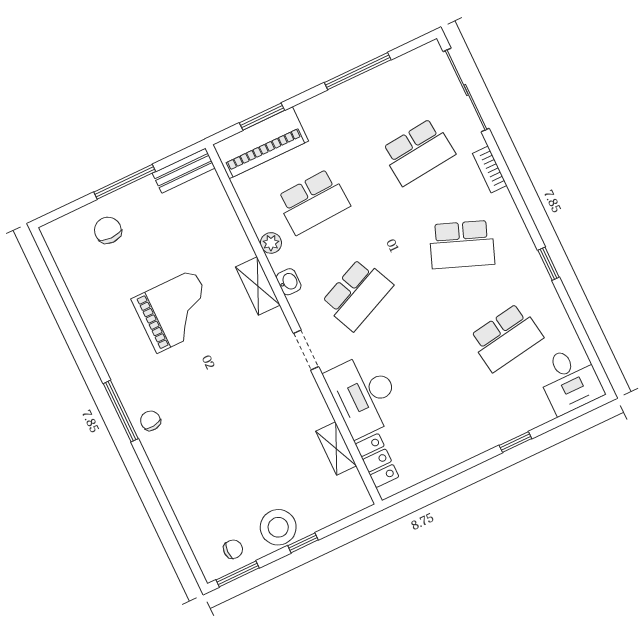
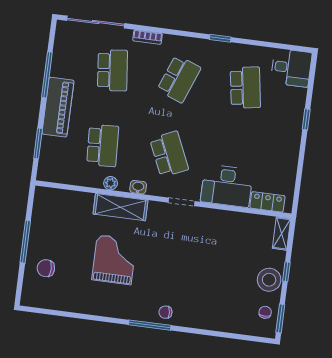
piano: (261, 143) -> (58, 107), moved
bench: (184, 171) -> (40, 205), removed
shelving: (258, 286) -> (120, 207), width x1.50, depth x1.33
shelving: (336, 449) -> (282, 234), moved, turned 90

